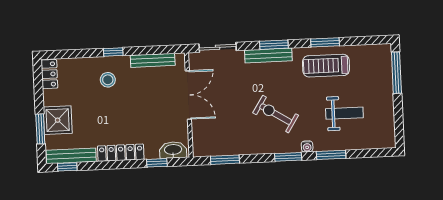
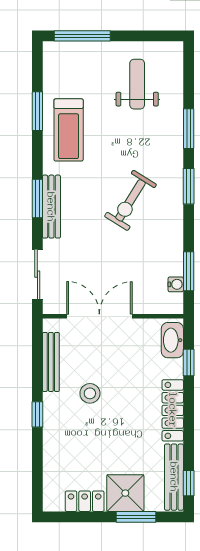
window: (325, 42) -> (37, 111), moved
locker: (49, 74) -> (85, 501), moved
stool: (108, 80) -> (90, 393), moved
weight bench: (344, 113) -> (137, 84), moved
water cooler: (307, 146) -> (176, 284), moved

